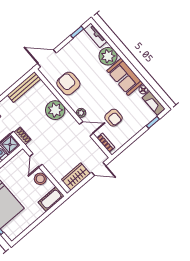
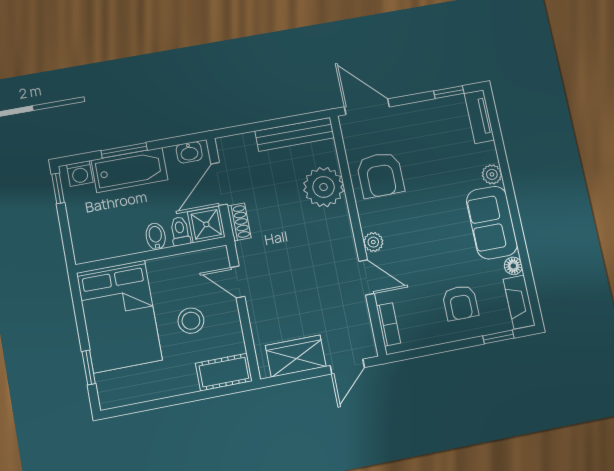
plant: (108, 56) -> (492, 174), width x0.53, depth x0.53
armchair: (68, 84) -> (380, 175), turned 180
plant: (55, 110) -> (324, 187), moved
armchair: (113, 118) -> (460, 303), moved
door: (36, 160) -> (238, 282), hinge flipped
door: (99, 169) -> (347, 367), hinge flipped
stool: (40, 179) -> (191, 321), moved

